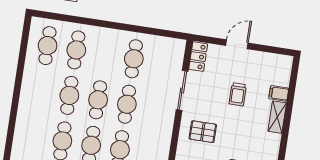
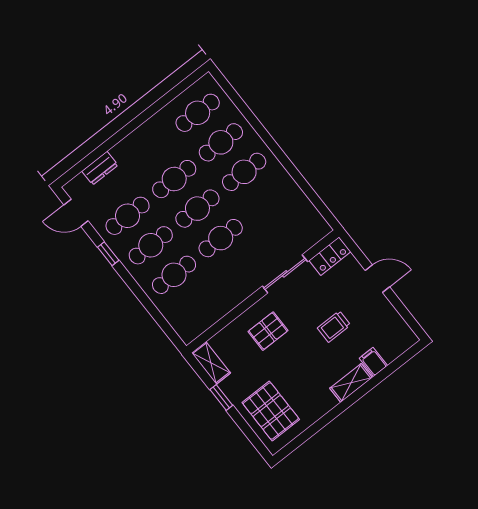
cafe table: (134, 59) -> (244, 172), moved
dresser: (22, 129) -> (100, 168), added
pallet: (203, 132) -> (268, 331), turned 90

